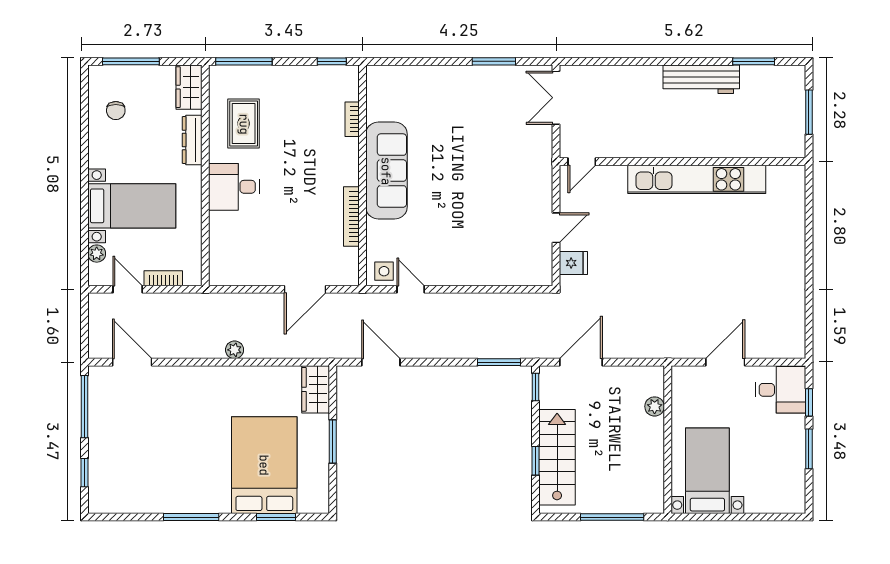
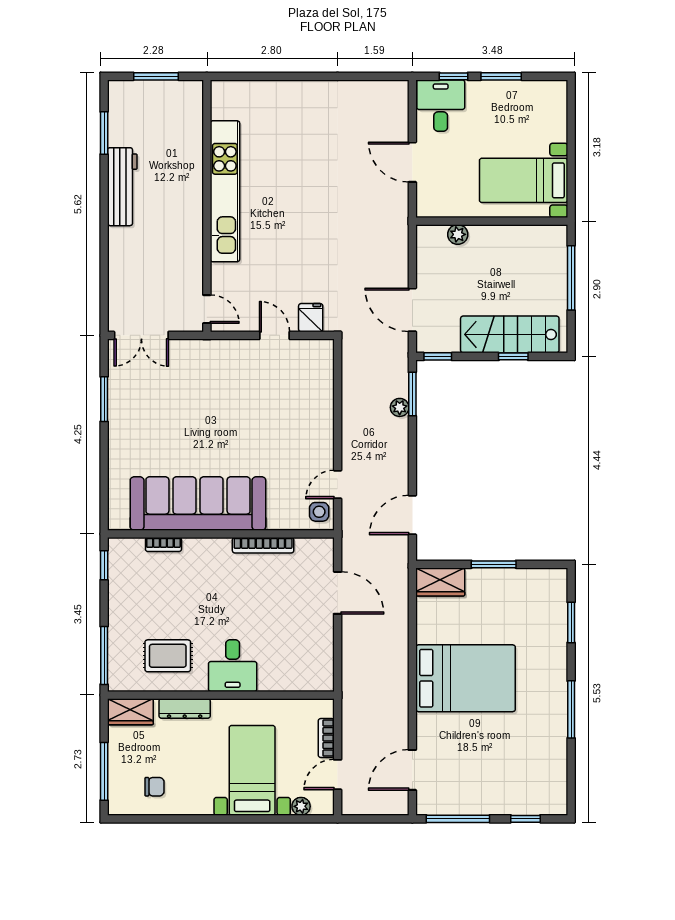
sofa: (386, 171) -> (198, 504), width x1.36, depth x1.27
plant: (235, 350) -> (400, 407), moved
bed: (264, 465) -> (465, 678), moved, turned 180

